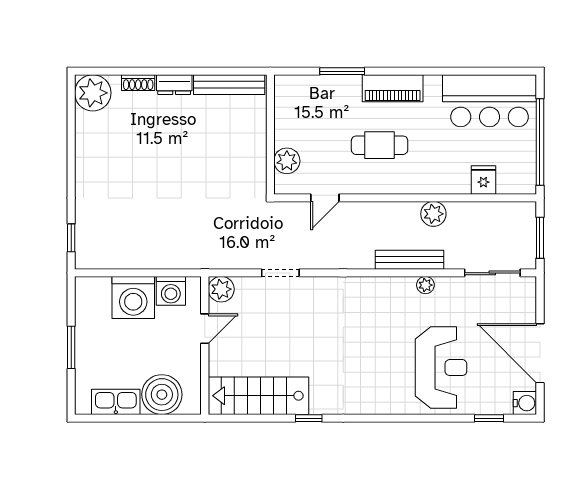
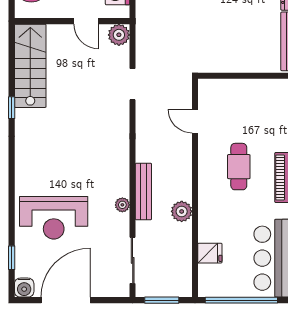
plant: (287, 161) -> (226, 89), removed

